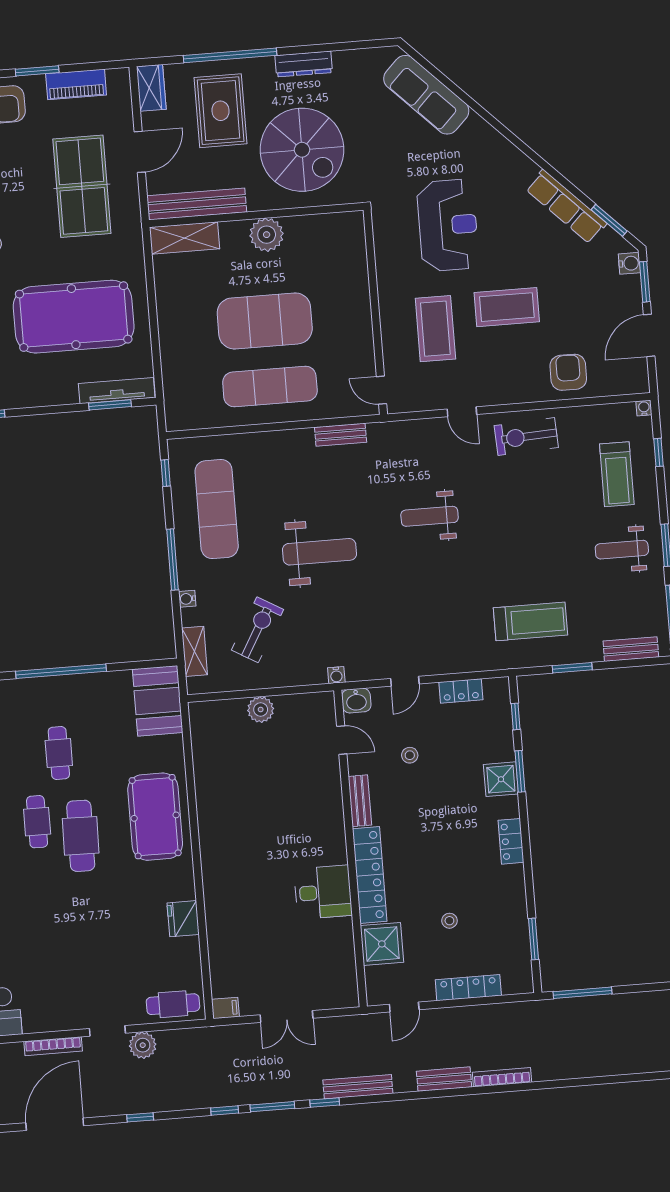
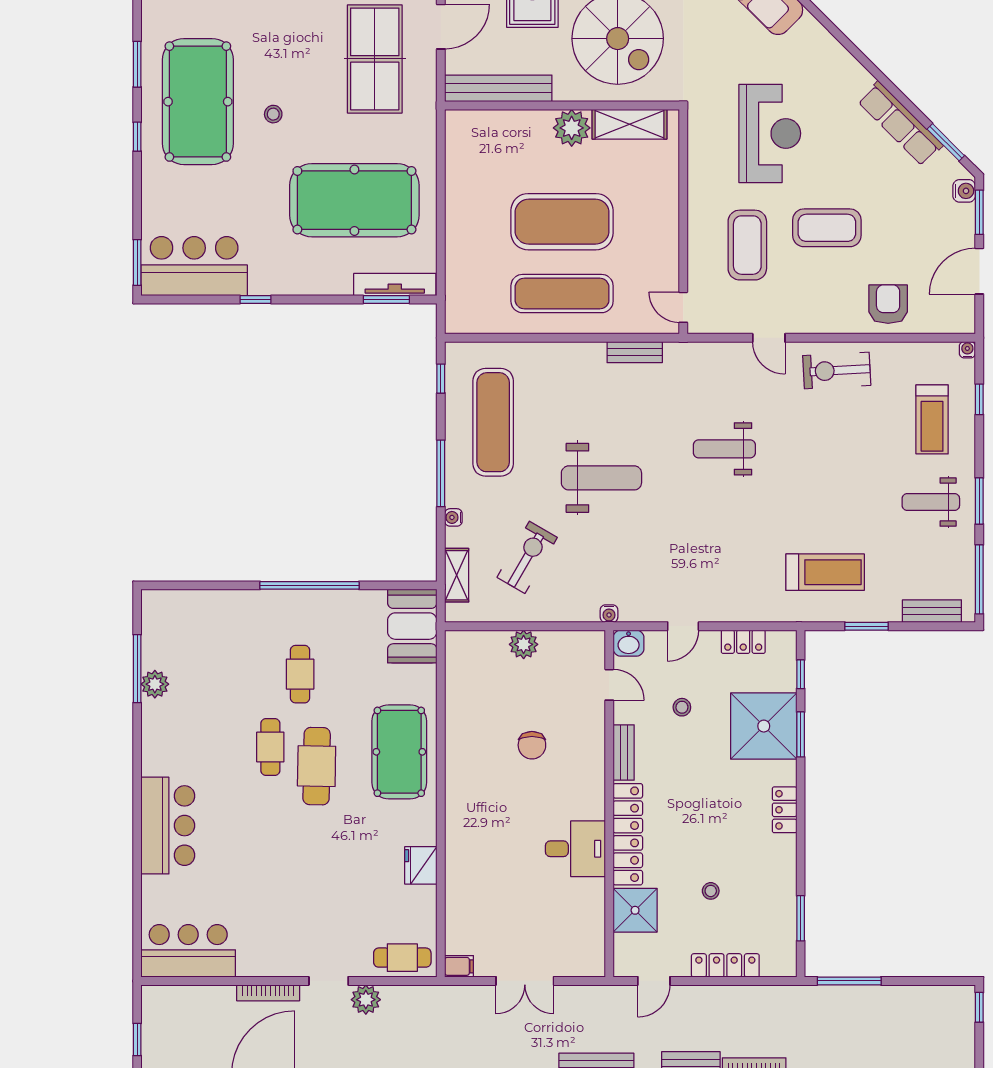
shelving: (184, 238) -> (629, 124), moved
shower: (501, 779) -> (764, 726), width x1.86, depth x1.86
chair: (276, 801) -> (532, 745), added

